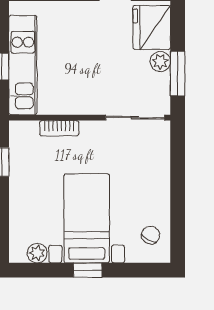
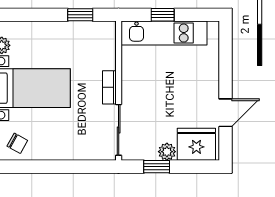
window: (178, 74) -> (157, 167), width x0.67
bookcase: (59, 128) -> (109, 87), moved

